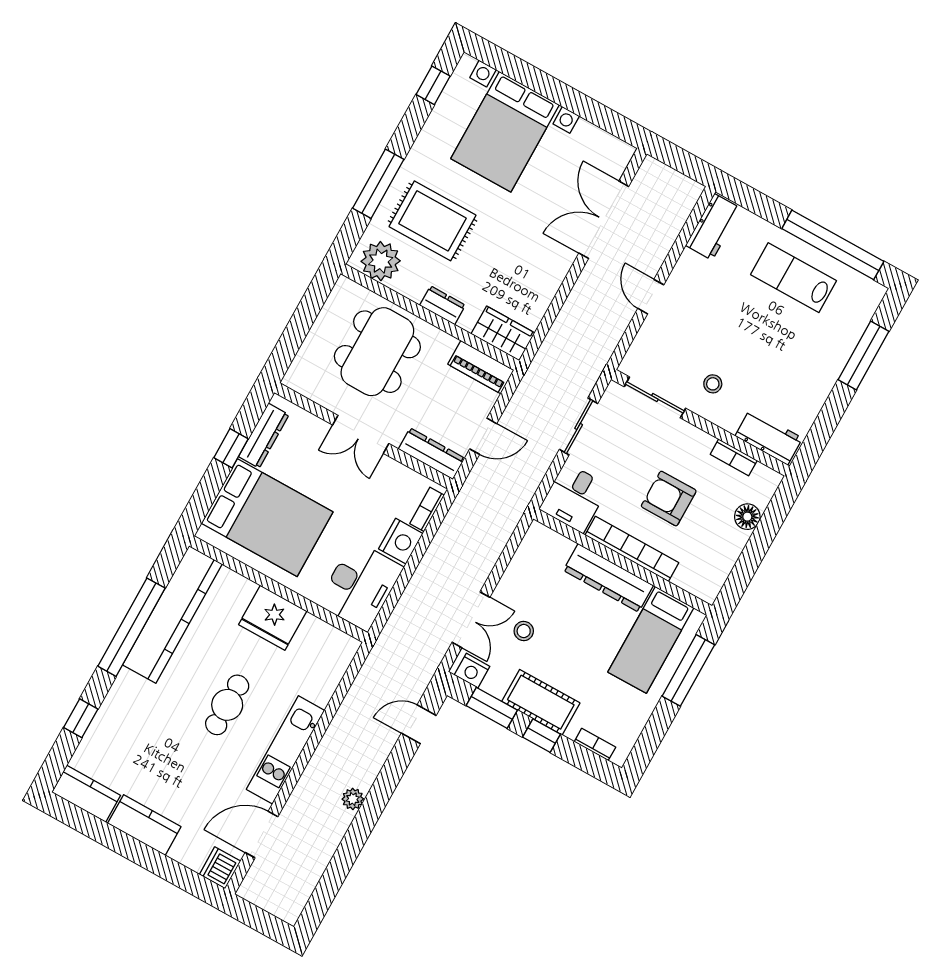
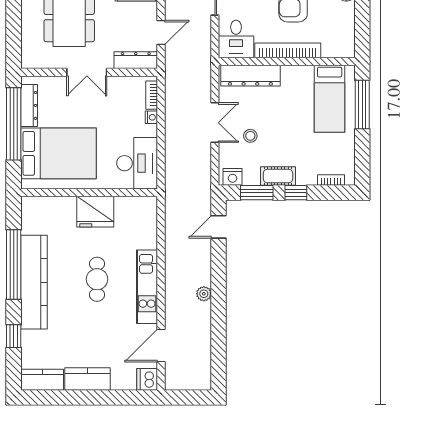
window: (231, 448) -> (14, 124), width x3.17
nightstand: (401, 541) -> (151, 117), width x0.53, depth x0.56
dresser: (608, 578) -> (250, 76), moved
kitchen counter: (172, 614) -> (34, 282), moved
double door: (471, 620) -> (215, 123), moved
cot: (541, 702) -> (278, 176), width x0.73, depth x0.75

